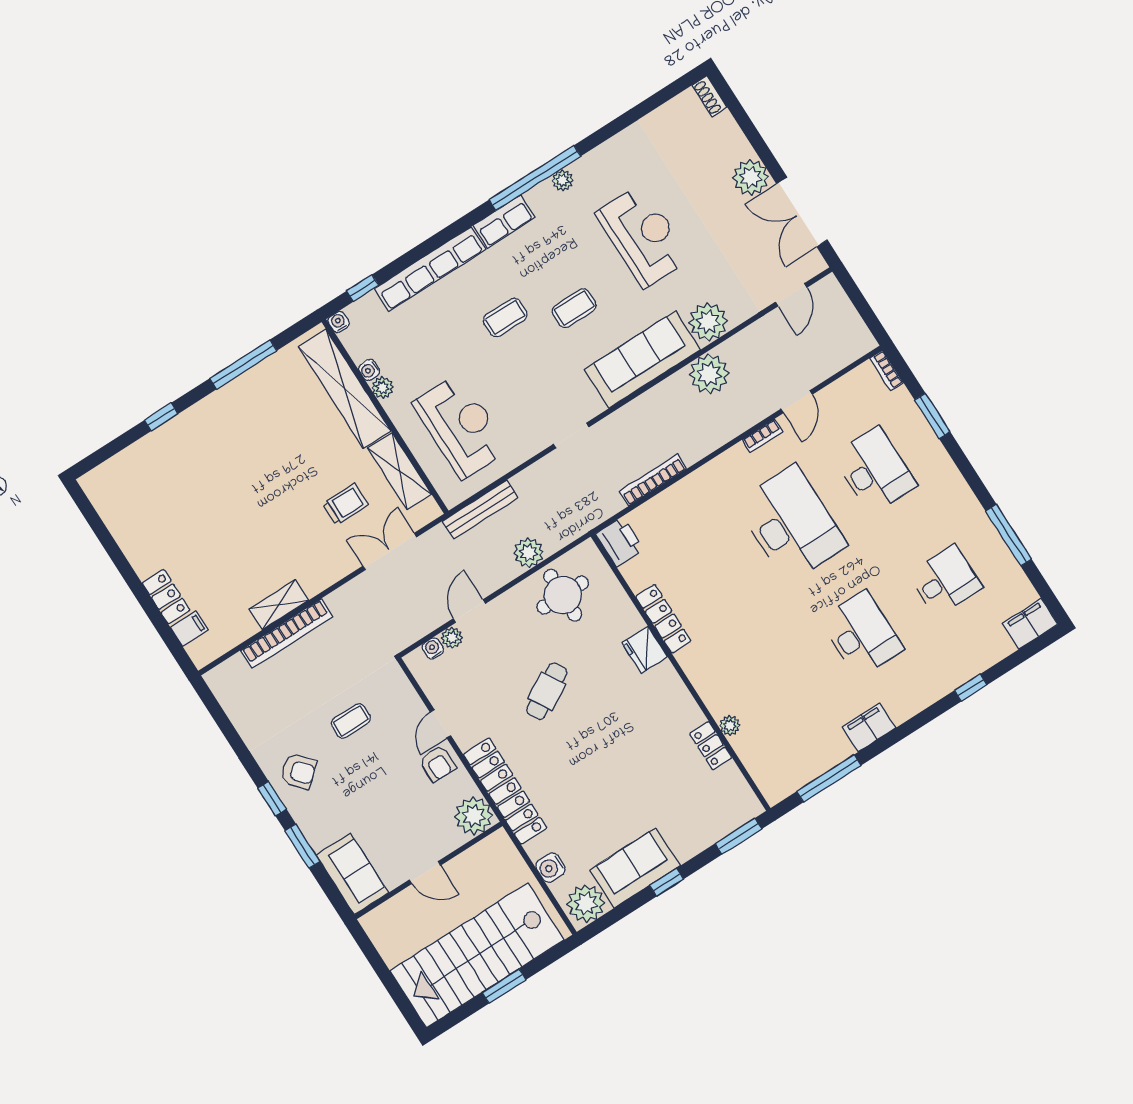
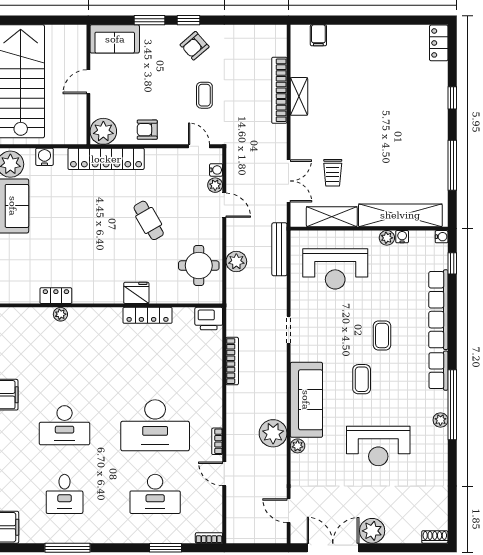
plant: (708, 322) -> (298, 446), width x0.53, depth x0.53
locker: (166, 597) -> (439, 43), moved, turned 90
door: (440, 724) -> (199, 146), moved

